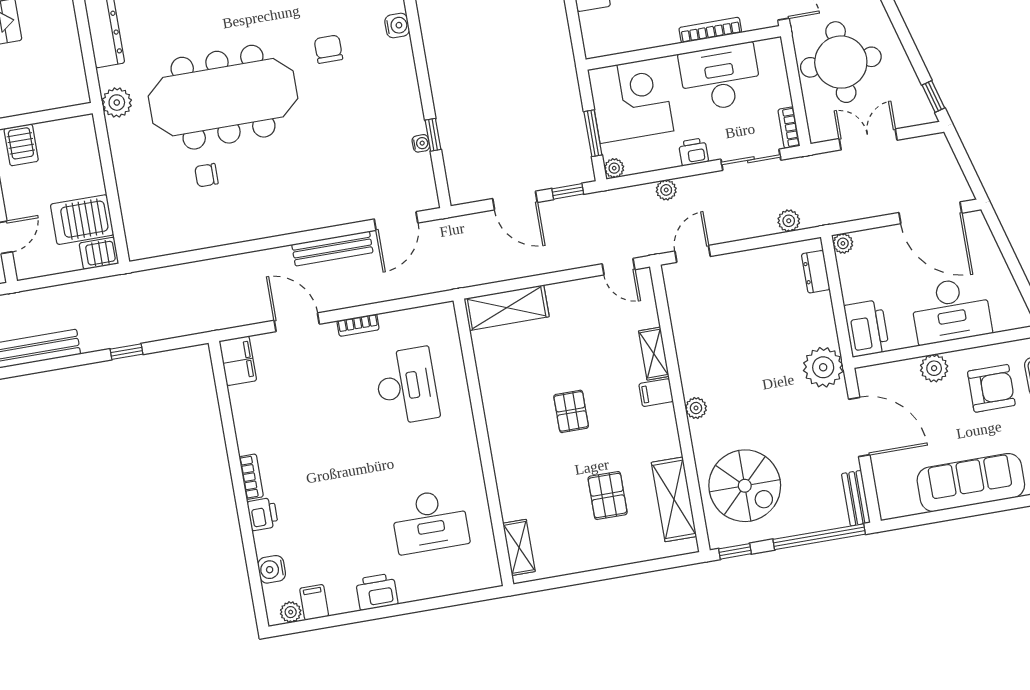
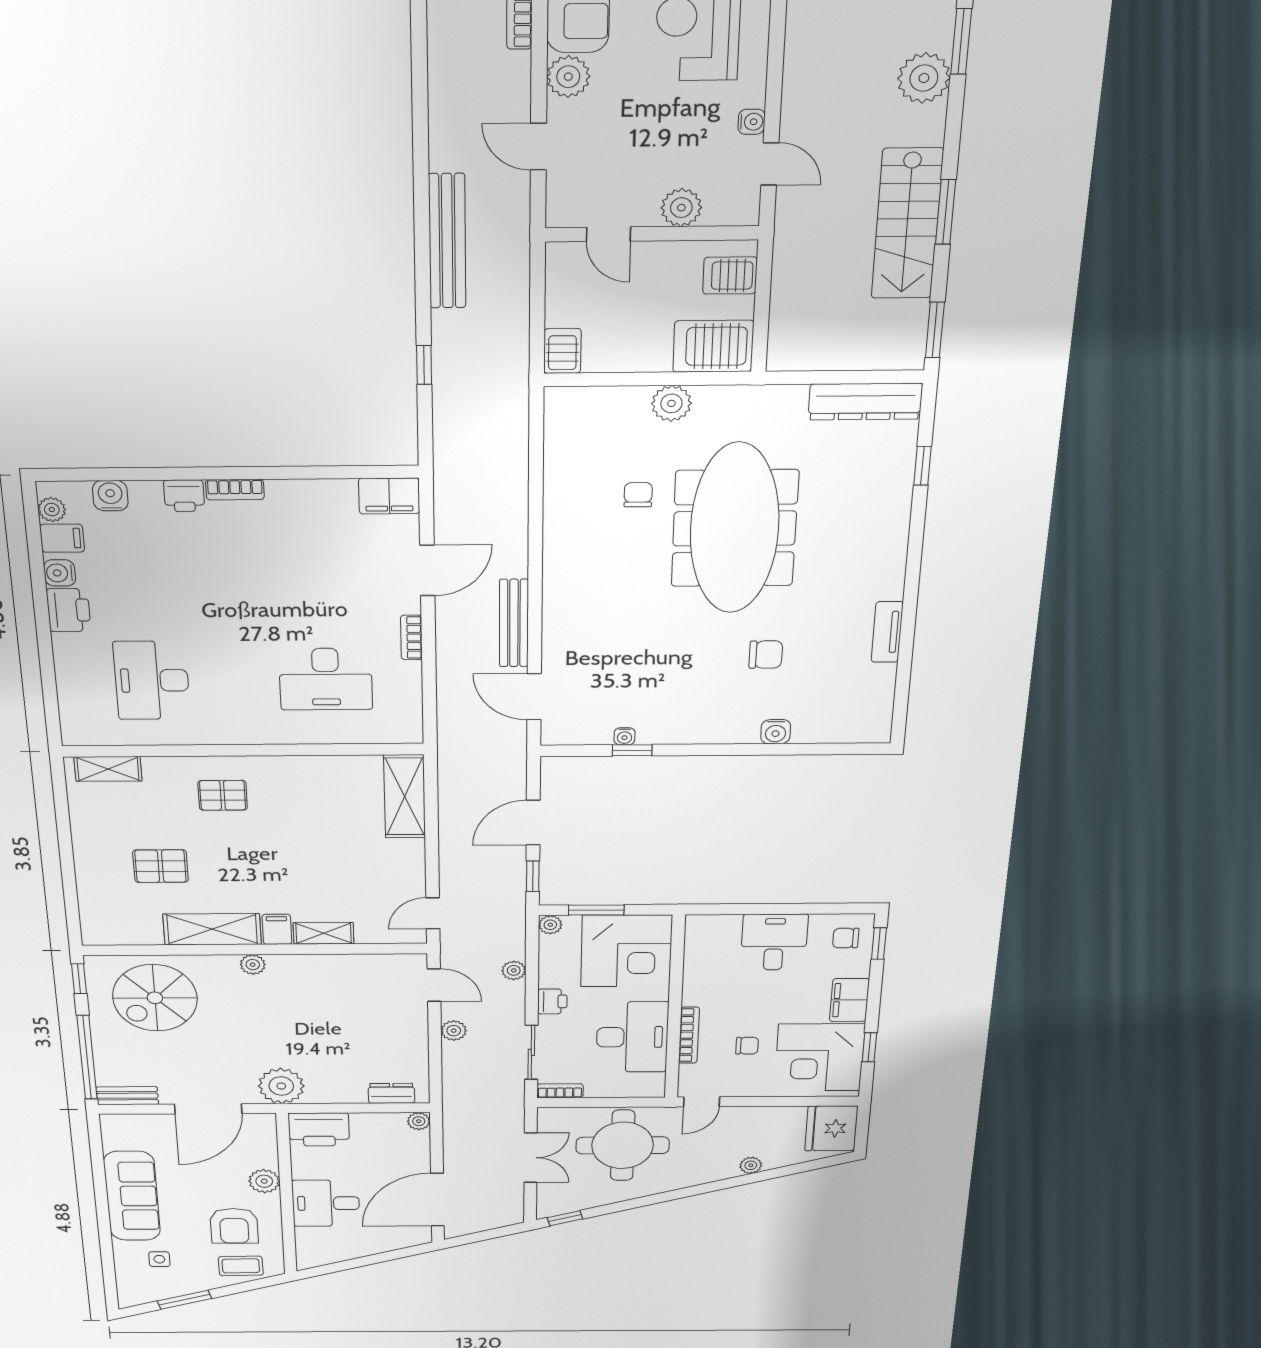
plant: (117, 103) -> (671, 403), moved
server rack: (82, 220) -> (713, 346), moved, turned -90
plant: (789, 221) -> (454, 1031), moved
desk: (951, 310) -> (326, 1203), width x0.73
pallet: (571, 411) -> (223, 795), moved
shelving: (674, 499) -> (212, 929), moved
water cooler: (345, 602) -> (60, 573), added

